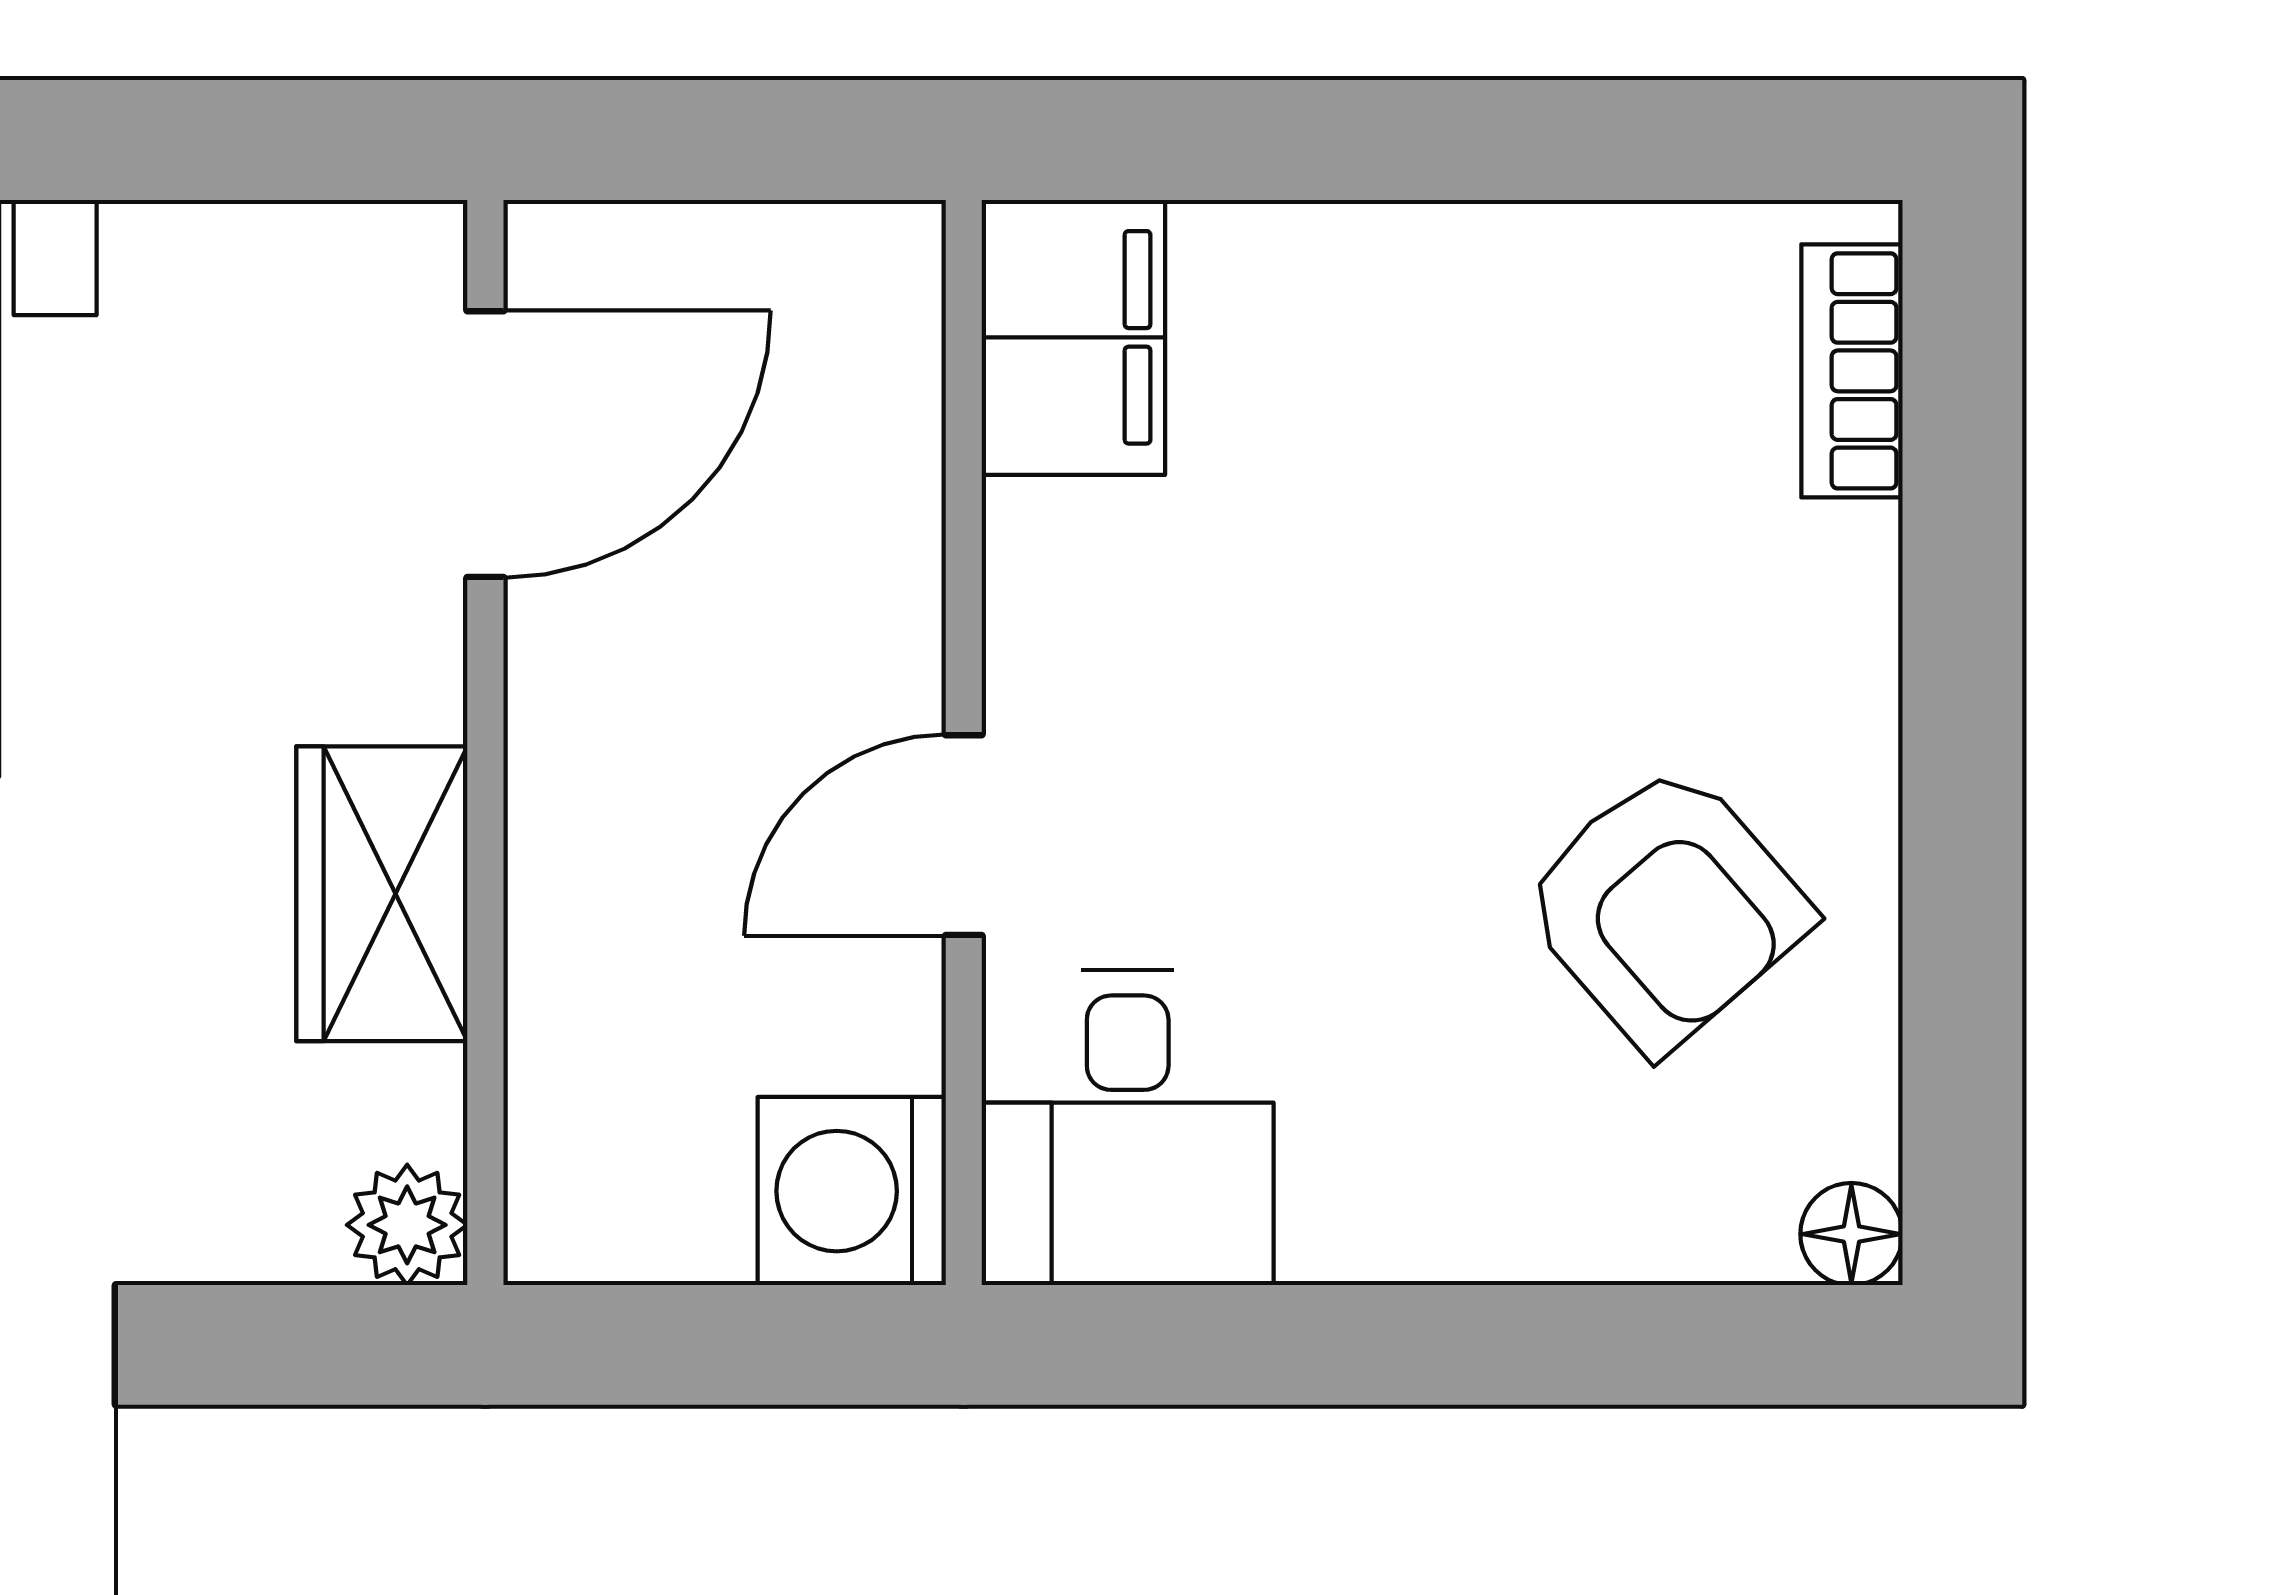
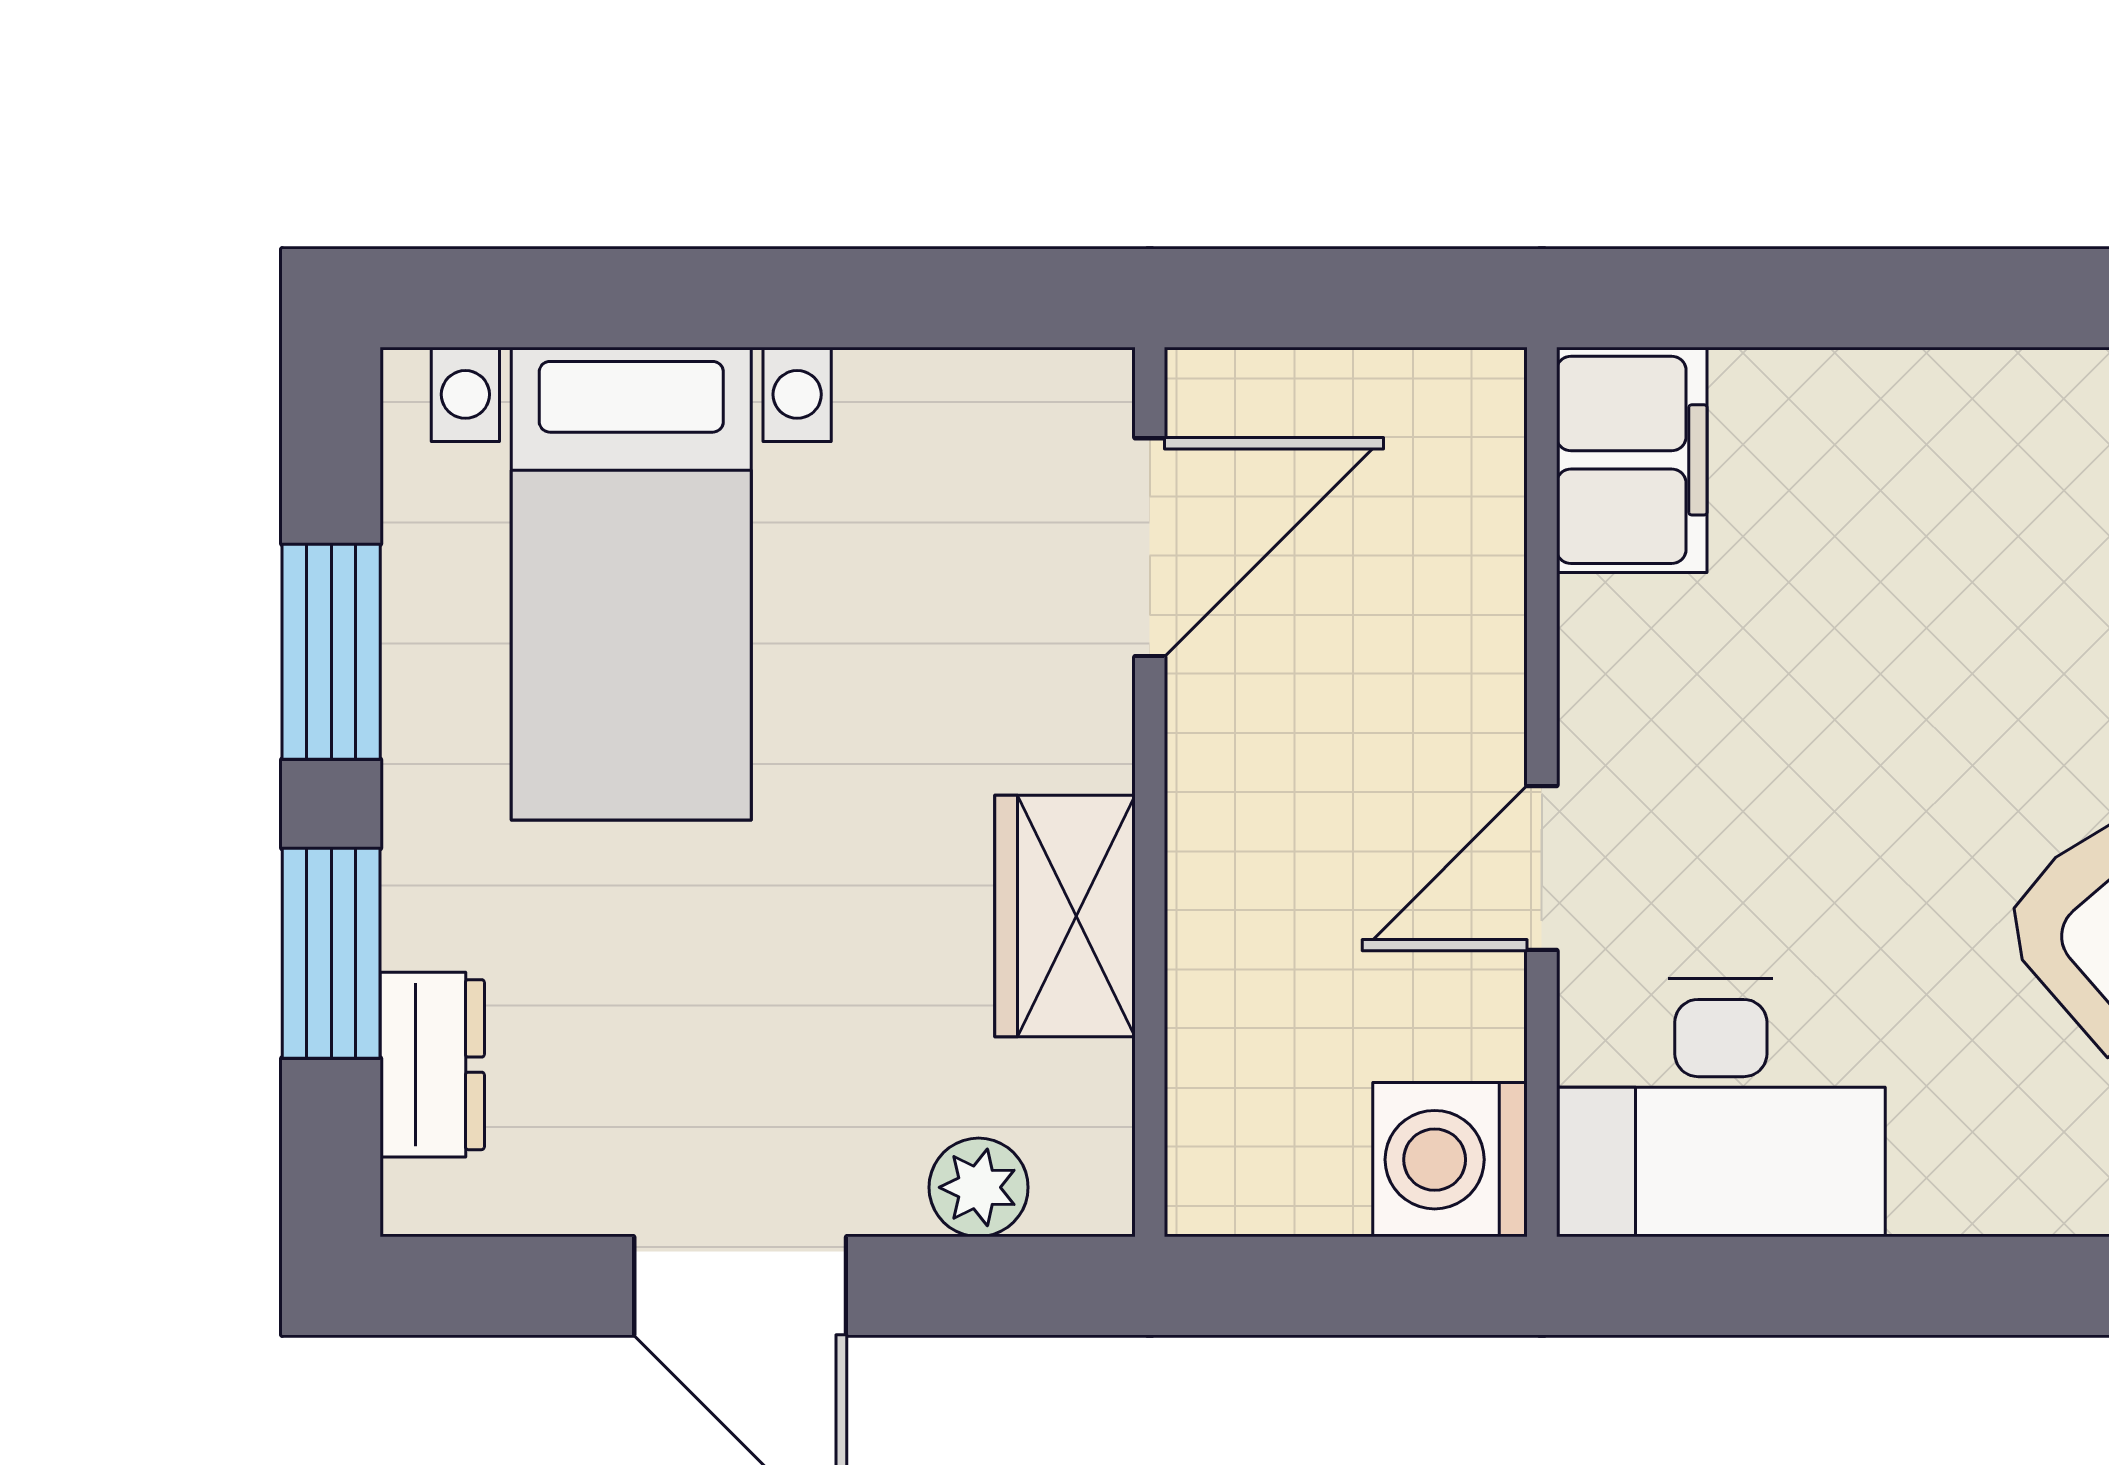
desk: (1128, 1128) -> (1721, 1108), width x1.37
plant: (407, 1225) -> (979, 1187), moved

